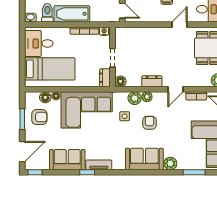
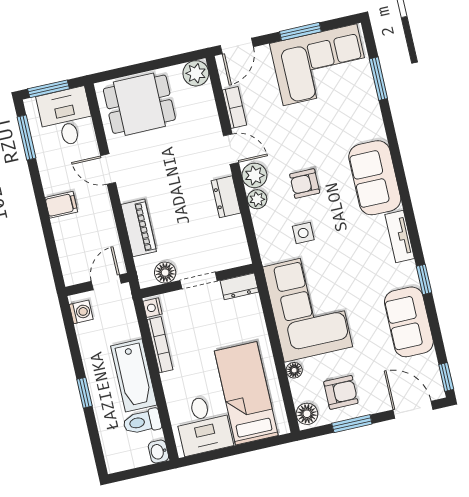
piano: (146, 33) -> (139, 228), added
floor lamp: (120, 81) -> (165, 273), moved
floor lamp: (45, 97) -> (307, 414), moved
plant: (135, 98) -> (254, 175), moved
armchair: (39, 117) -> (341, 392), turned 90
plant: (170, 163) -> (372, 127), removed
tv unit: (99, 165) -> (400, 236), moved

